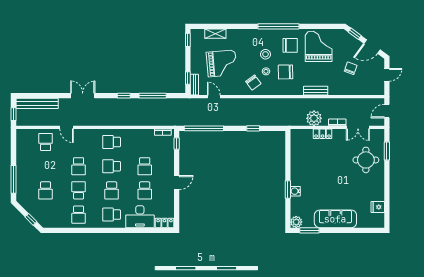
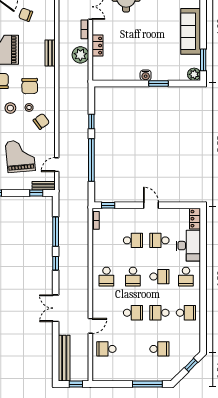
window: (204, 128) -> (91, 160), moved
school desk: (145, 190) -> (159, 240), turned 180
water cooler: (295, 191) -> (146, 75), moved

